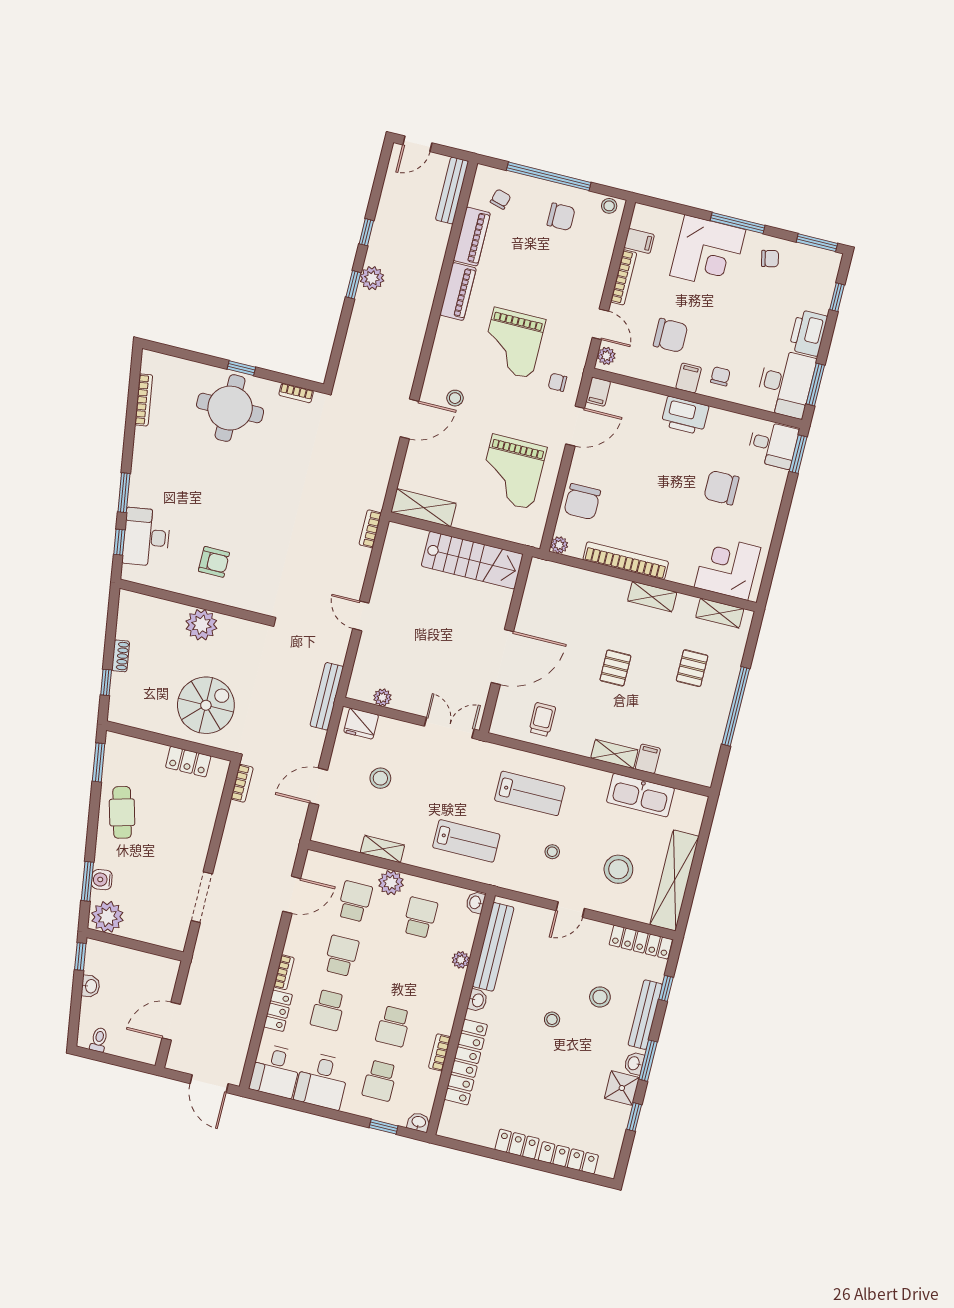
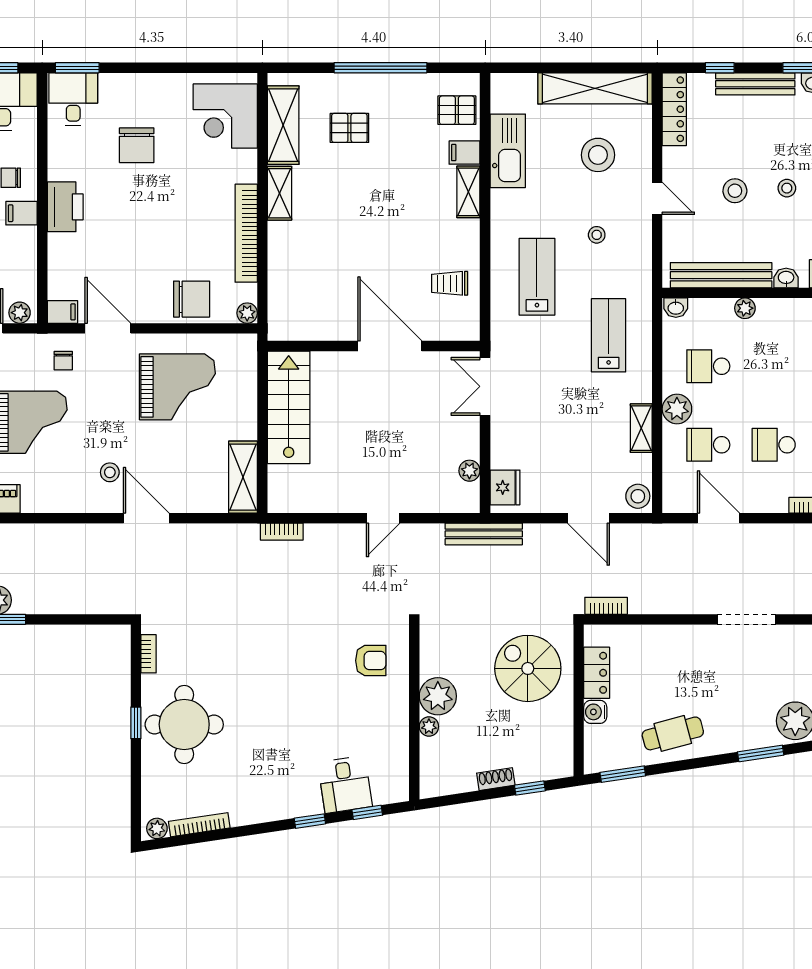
plant: (149, 364) -> (157, 828), added
window: (124, 493) -> (310, 821), width x0.67
desk: (146, 537) -> (345, 784), width x0.73
armchair: (214, 562) -> (371, 661), moved, turned 90
plant: (178, 611) -> (429, 726), added
shelving: (720, 613) -> (283, 125), width x1.50, depth x1.33
pallet: (615, 668) -> (457, 110), moved
stool: (380, 778) -> (638, 496), moved
water cooler: (102, 880) -> (595, 712), moved, turned 99
stool: (600, 997) -> (735, 191), moved

